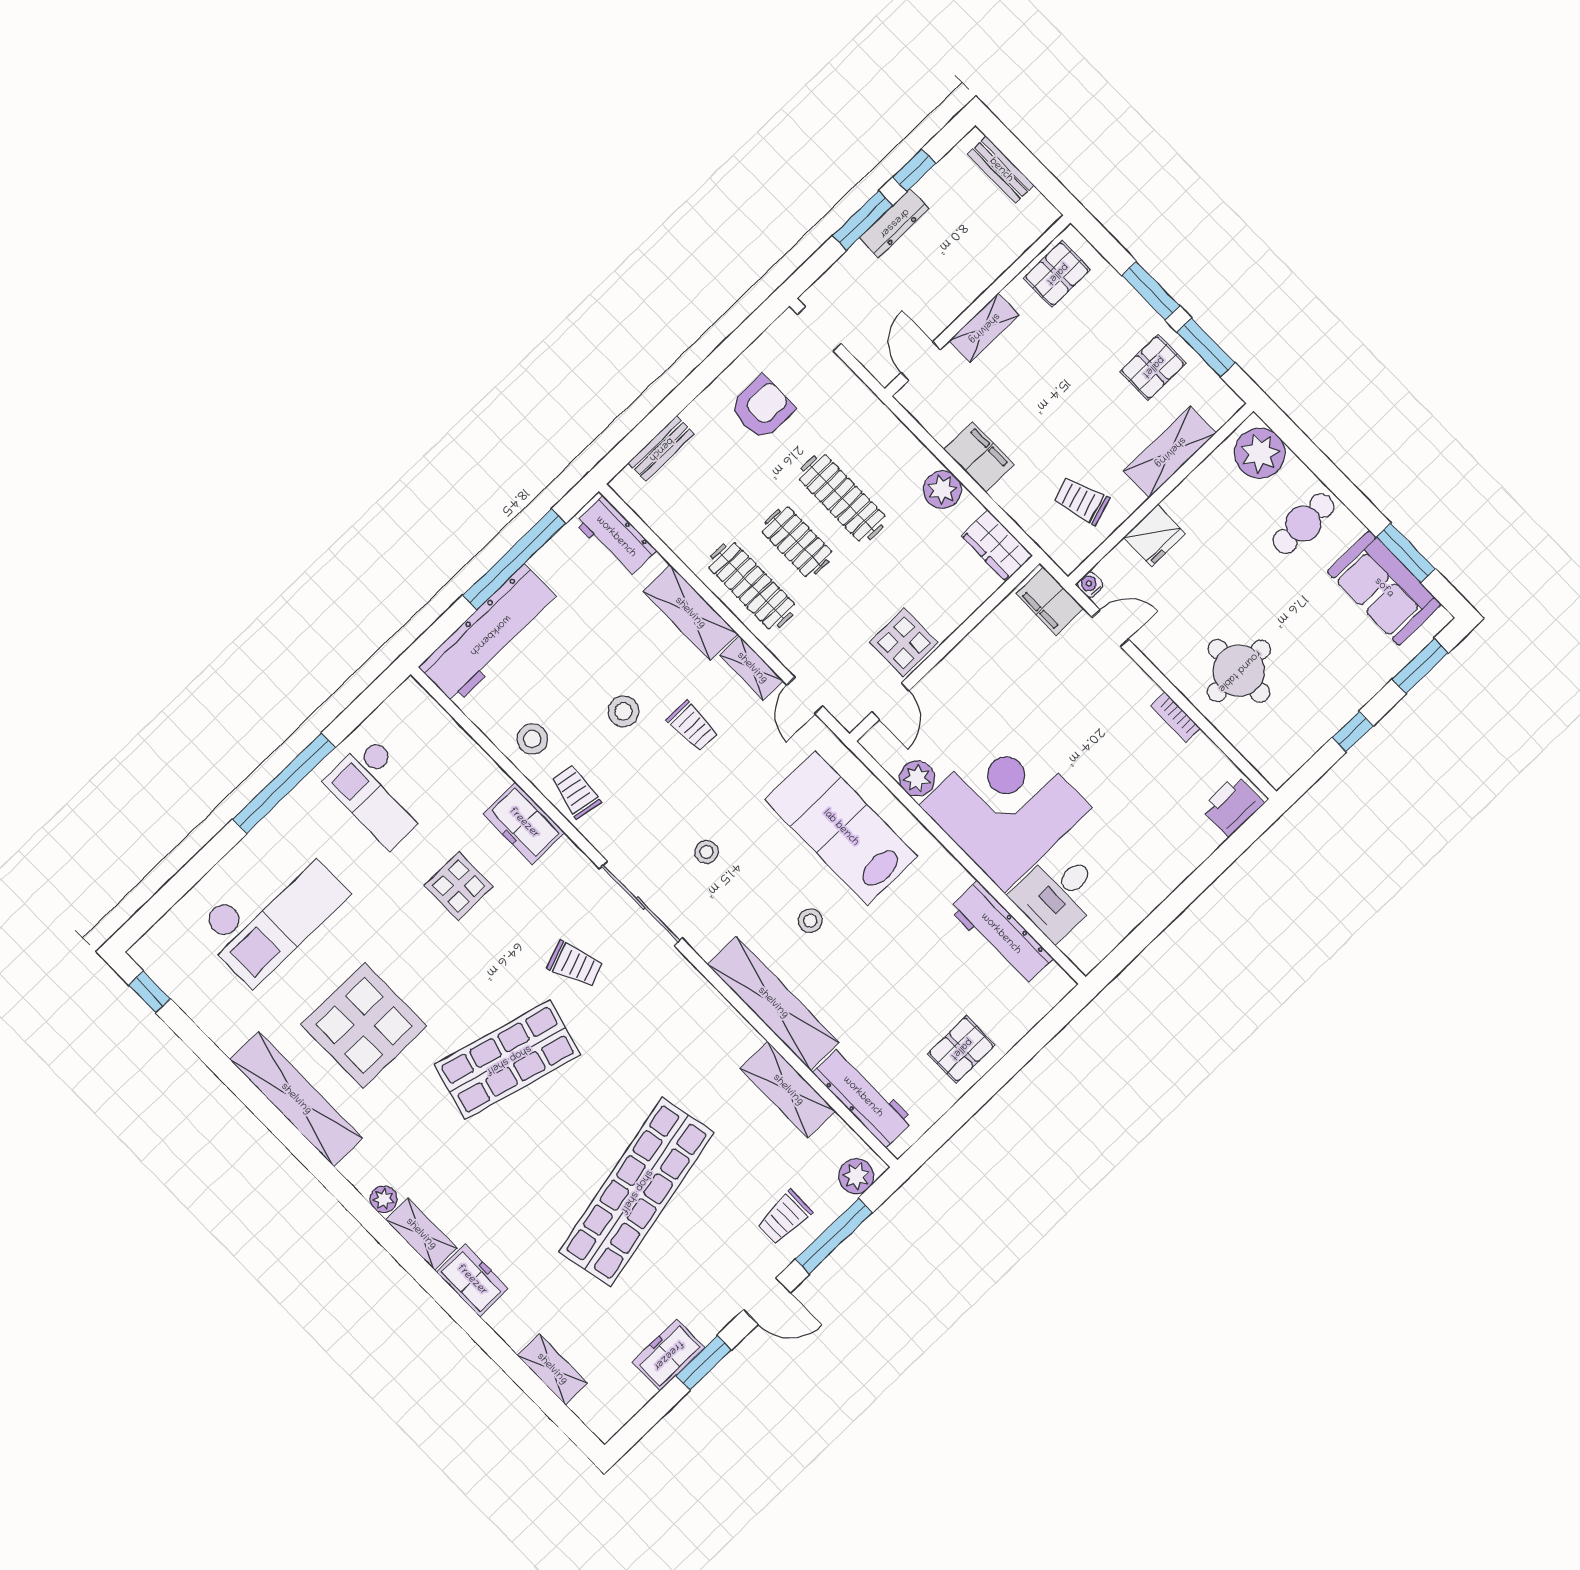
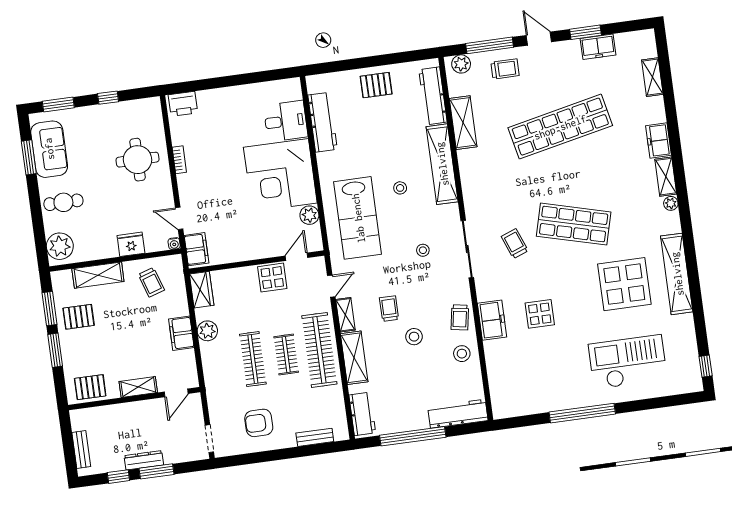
clothes rail: (752, 586) -> (319, 350), width x1.37, depth x1.31
workbench: (490, 635) -> (458, 414), width x0.73, depth x0.76
checkout: (380, 793) -> (544, 379), removed

